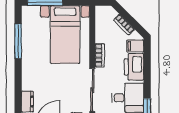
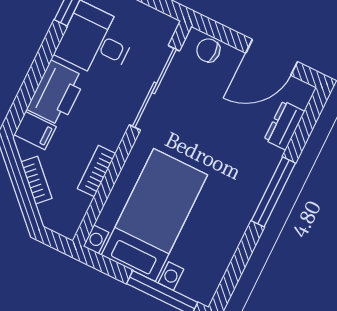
window: (18, 41) -> (273, 192), moved
bookcase: (100, 55) -> (96, 171), moved

